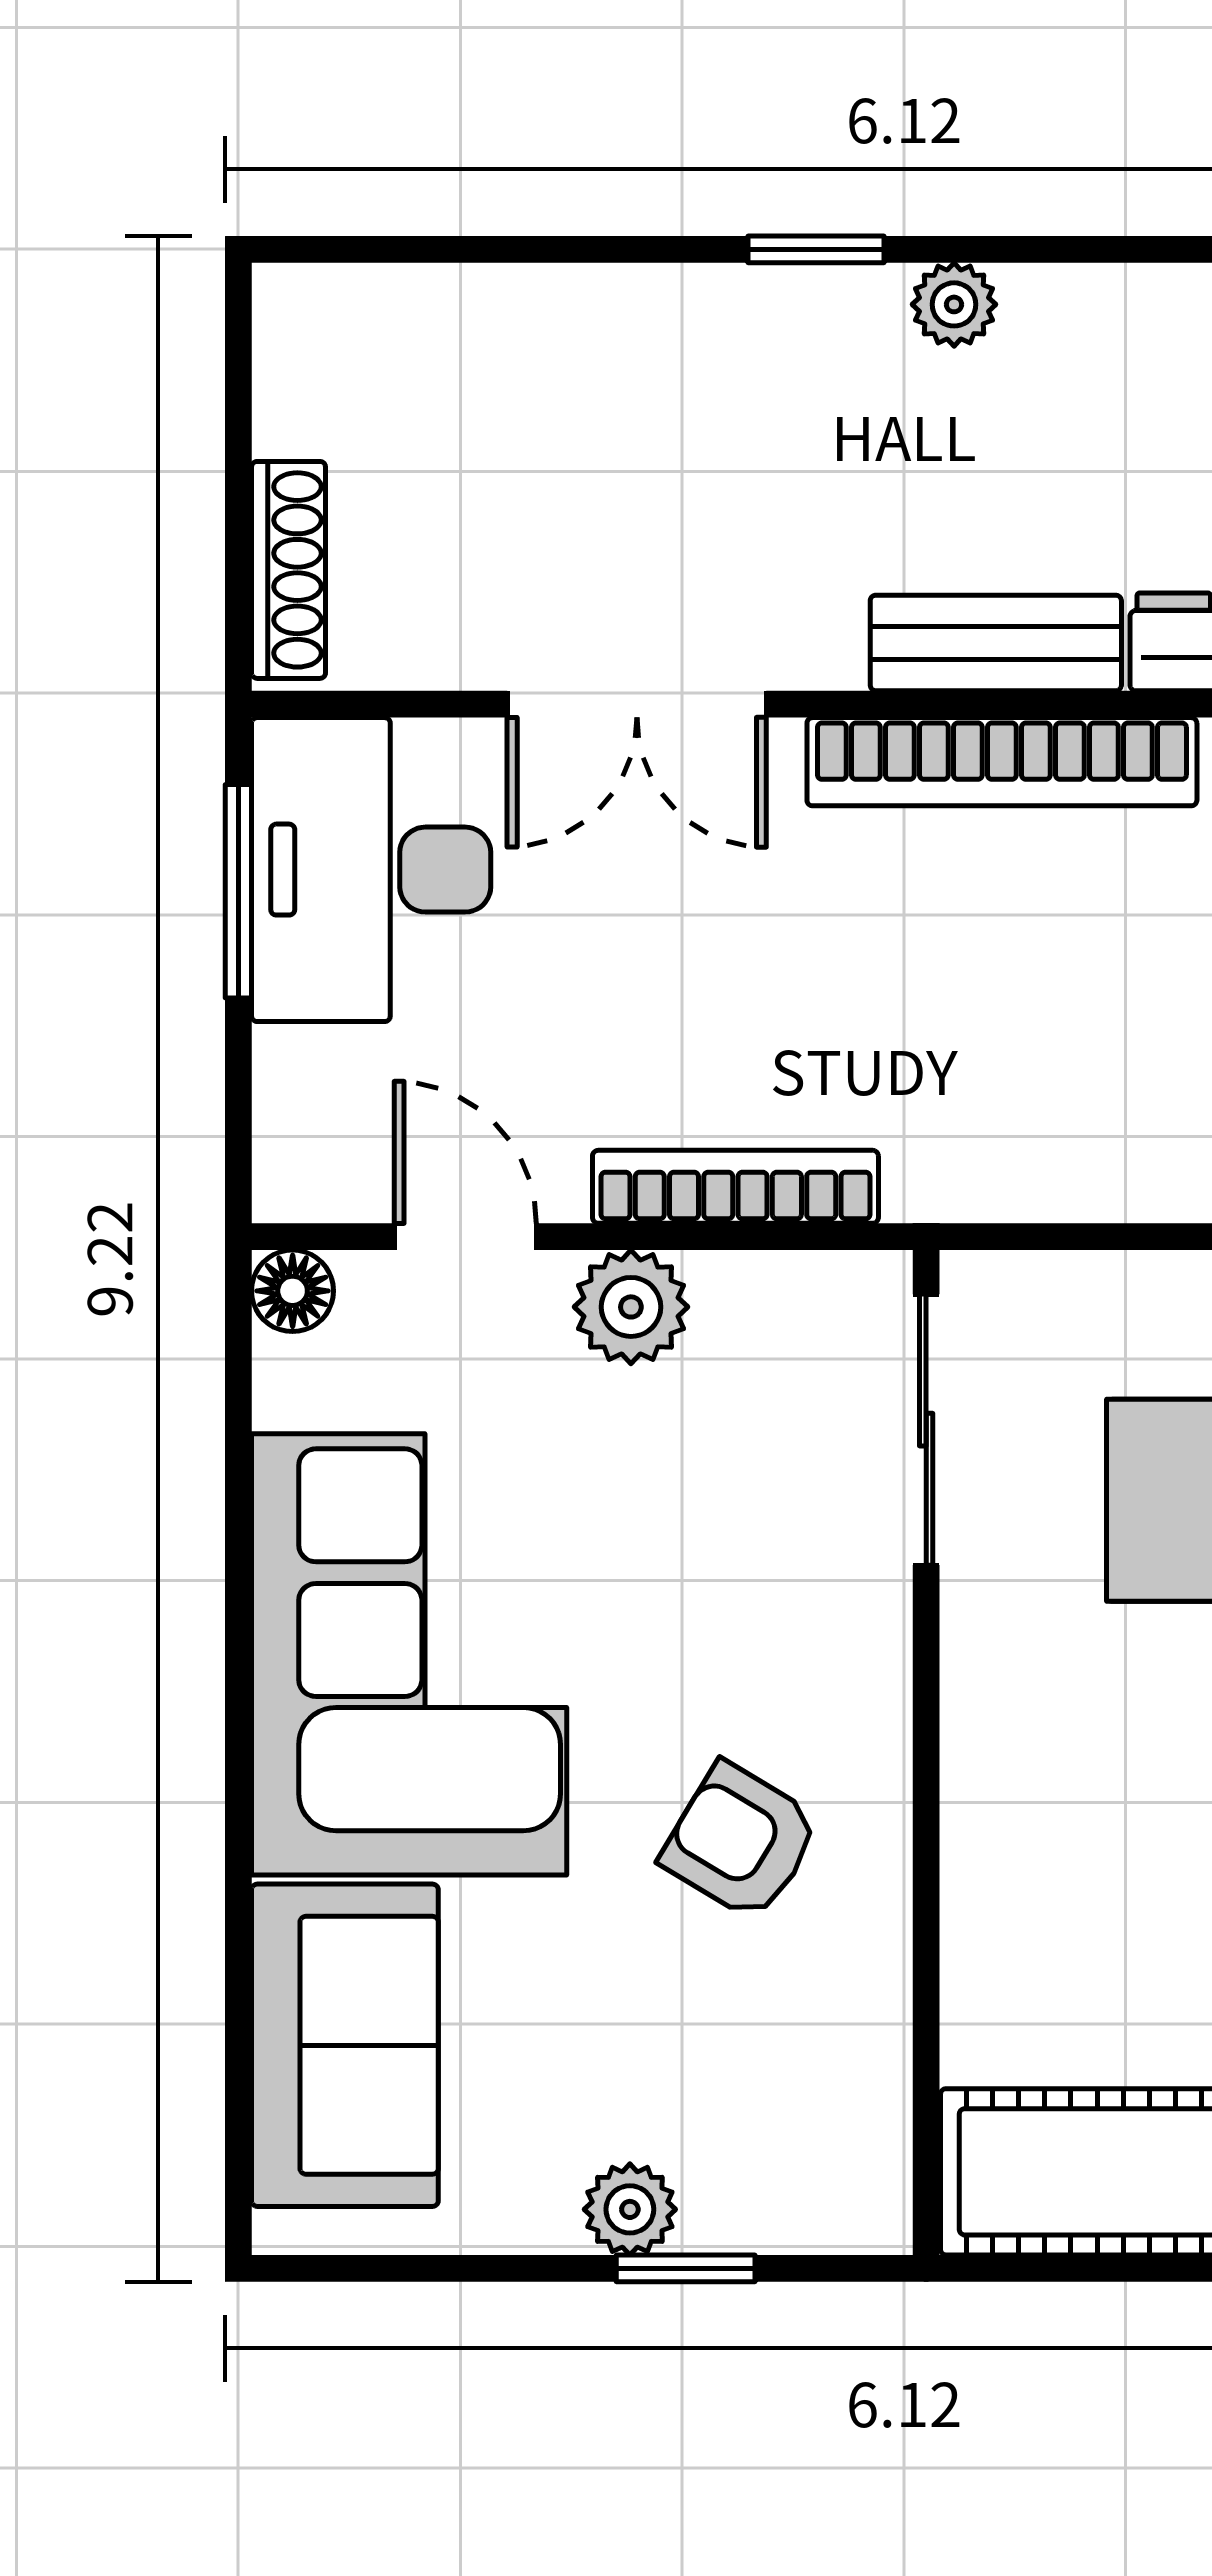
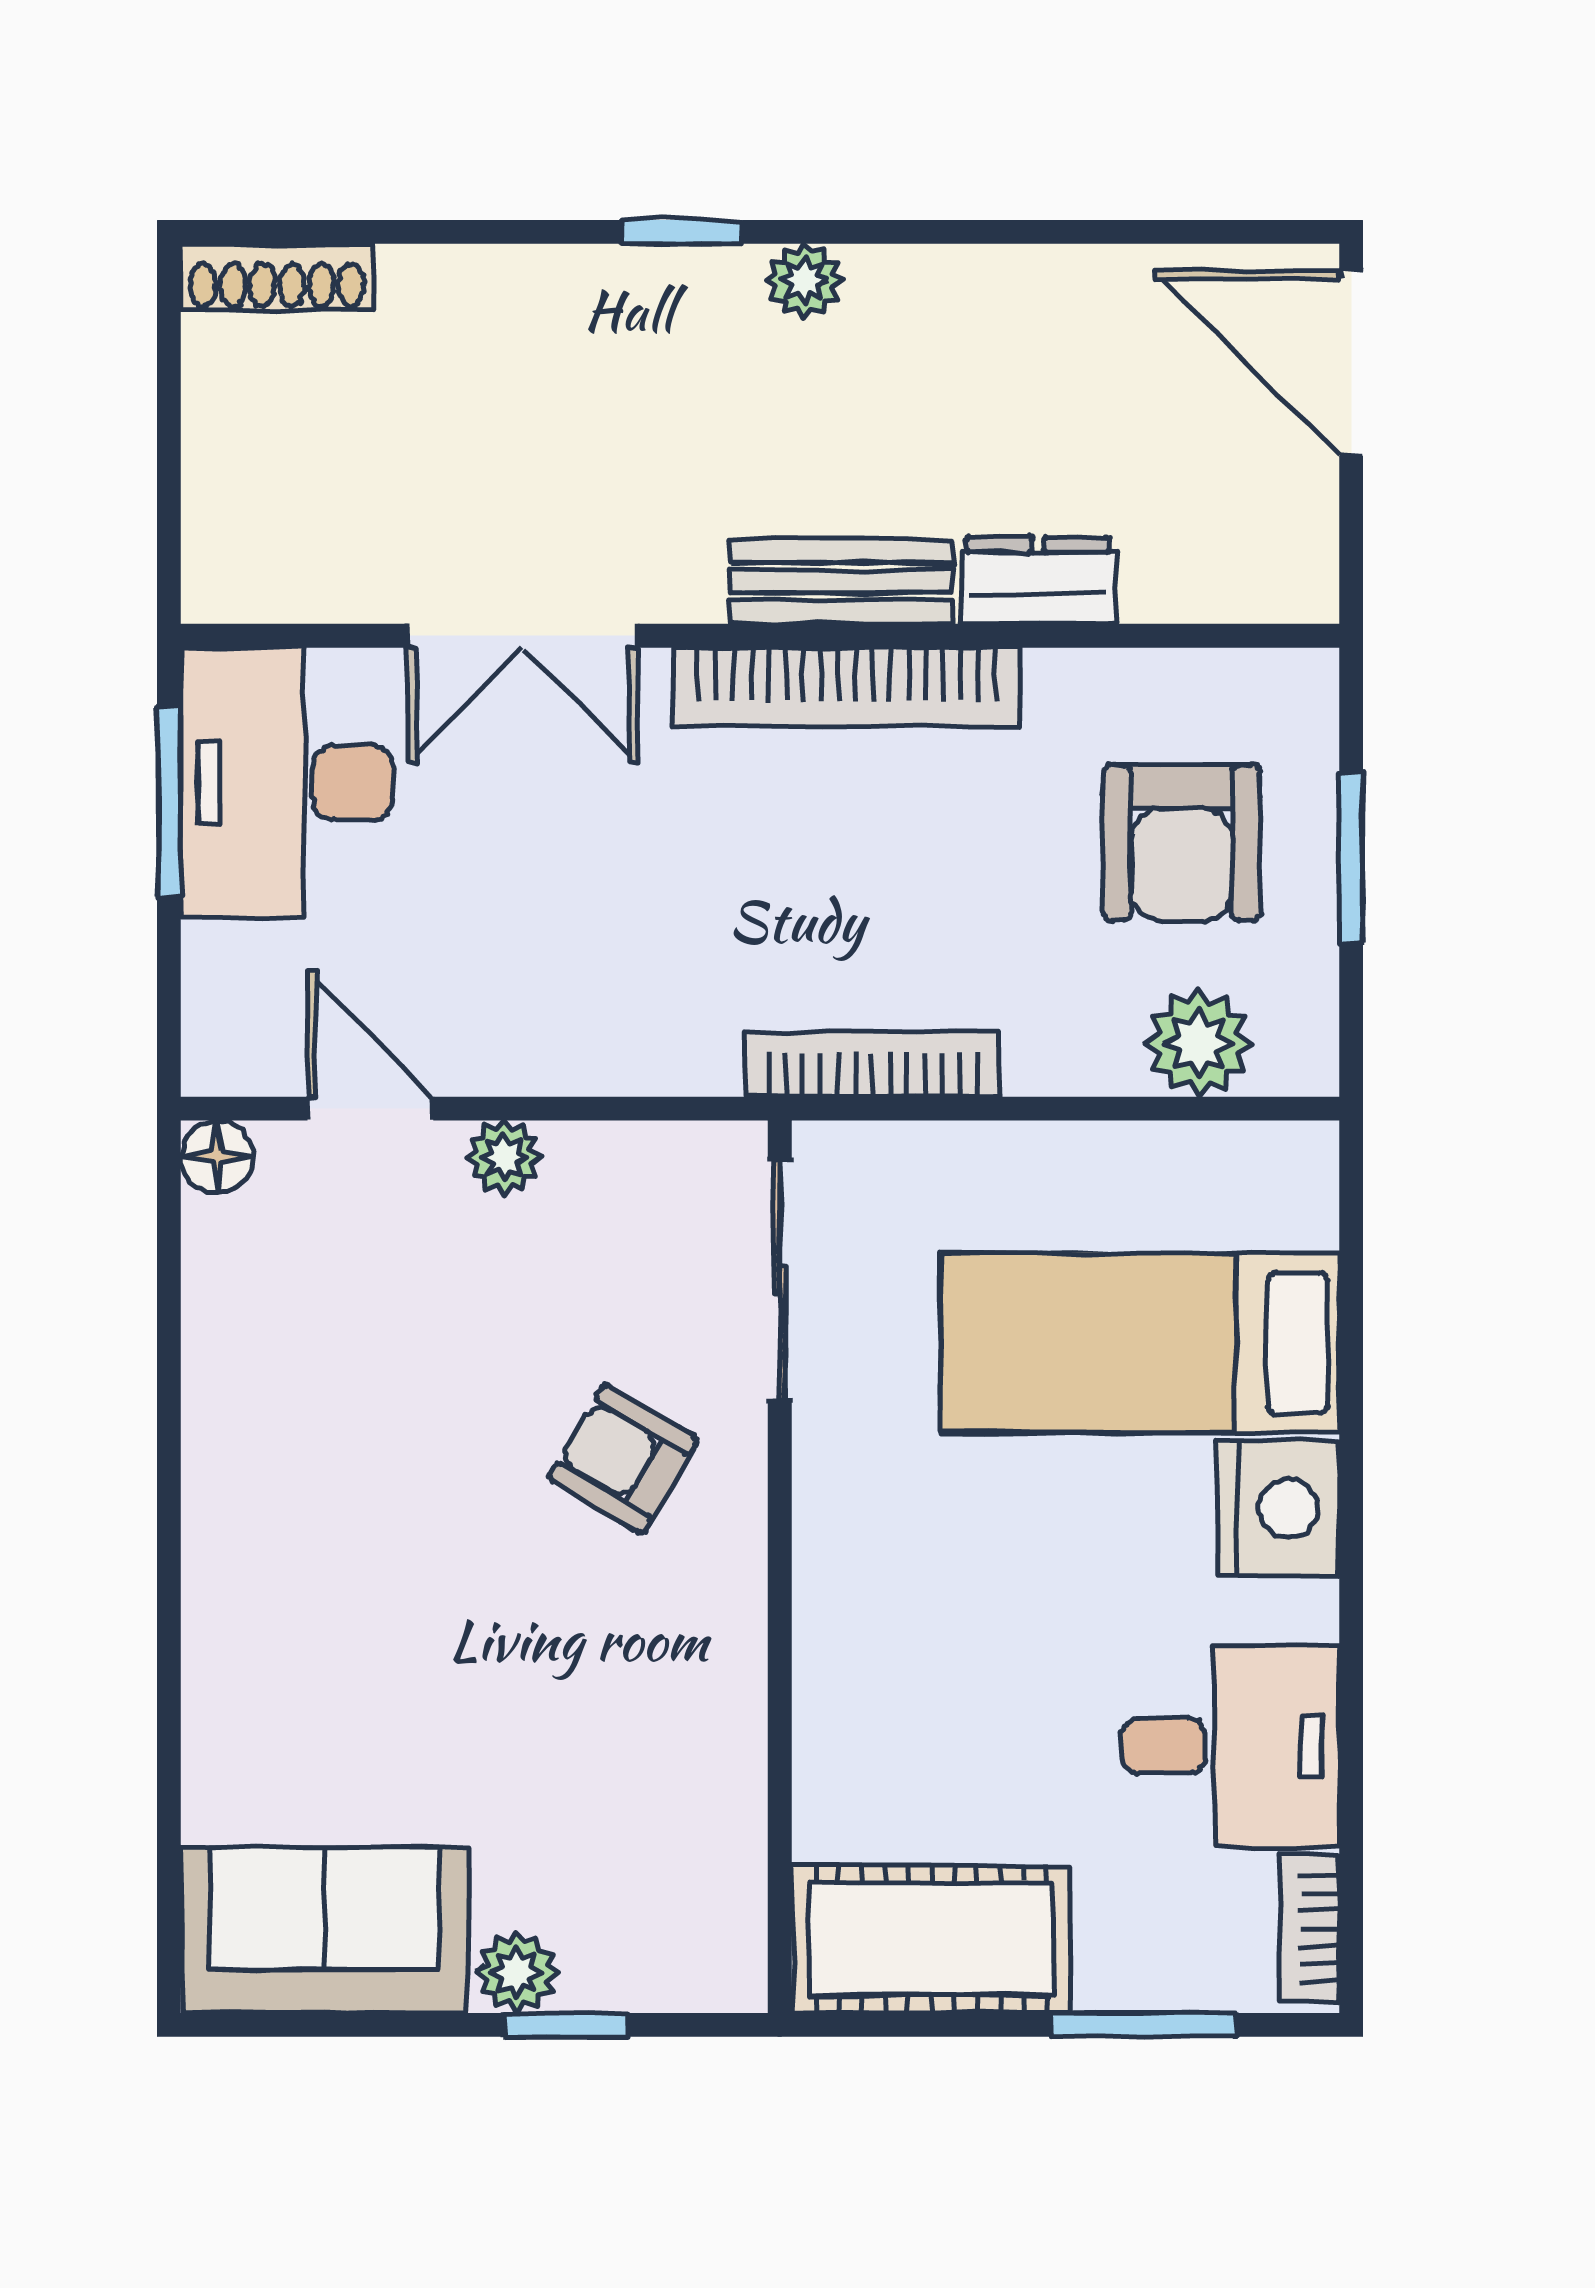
shoe rack: (289, 570) -> (277, 276), moved, turned 90
bookcase: (735, 1187) -> (873, 1064), moved
plant: (631, 1307) -> (504, 1157), width x0.73, depth x0.73
corner sofa: (409, 1654) -> (321, 1480), removed
armchair: (741, 1841) -> (623, 1459), moved
sofa: (345, 2045) -> (325, 1930), moved, turned -90

